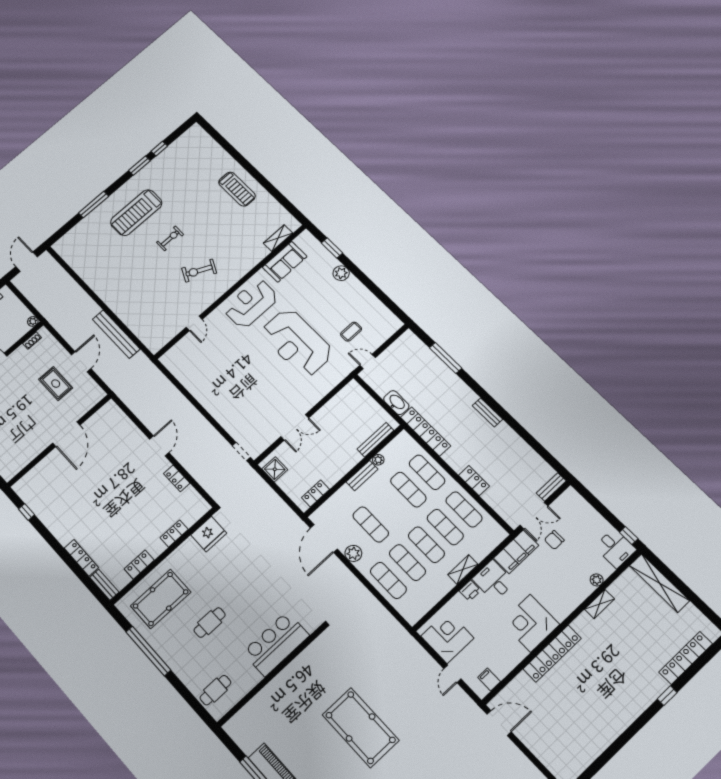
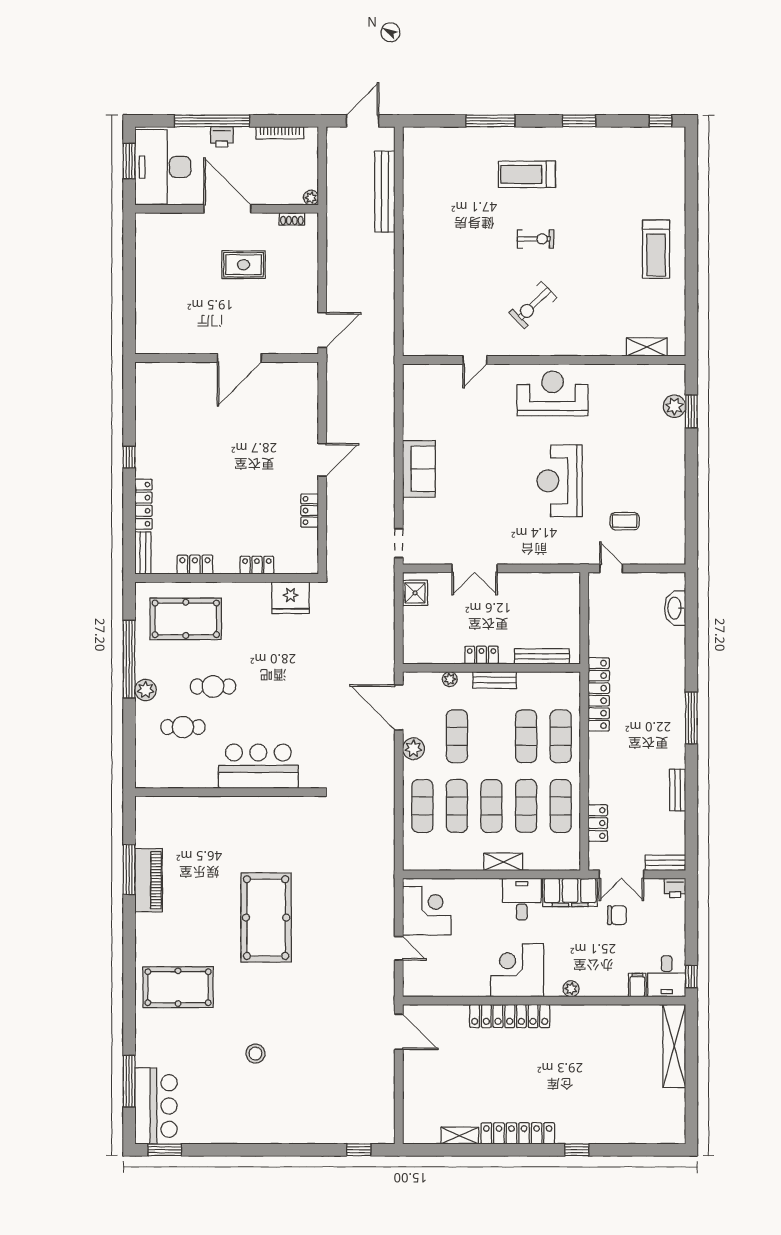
window: (159, 149) -> (661, 121), moved
treadmill: (136, 213) -> (527, 174), width x0.73, depth x0.73
sofa: (285, 262) -> (419, 469), moved, turned -90
exercise bike: (199, 271) -> (533, 305), turned -70
plant: (341, 273) -> (674, 406), moved
bench: (116, 334) -> (385, 192), moved
reception desk: (297, 343) -> (560, 481), width x0.74, depth x0.77
window: (446, 358) -> (691, 718), moved
door: (81, 362) -> (322, 330), moved
rug: (56, 384) -> (244, 265), moved, turned 90
washbasin: (396, 403) -> (675, 608), moved, turned 180
bench: (487, 412) -> (678, 790), moved
plant: (378, 460) -> (450, 679), moved
locker: (474, 481) -> (598, 823), moved
locker: (315, 493) -> (482, 655), moved
window: (26, 512) -> (129, 457), moved
door: (324, 538) -> (399, 707), hinge flipped
chair: (554, 540) -> (617, 915), turned 180
plant: (597, 580) -> (571, 989), moved
printer: (470, 591) -> (675, 888), moved
shelving: (599, 604) -> (460, 1136), moved
locker: (686, 658) -> (518, 1133), moved
plant: (173, 660) -> (146, 690), added
door: (452, 674) -> (399, 948), swing flipped
filing cabinet: (489, 680) -> (637, 985), moved
cafe table: (215, 690) -> (183, 727), moved

